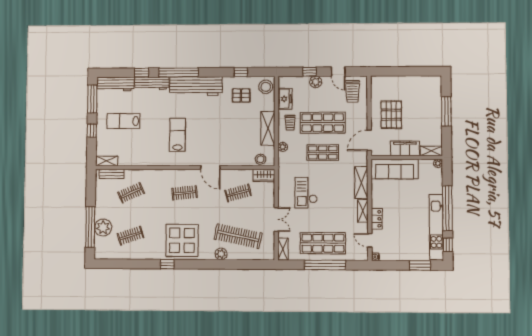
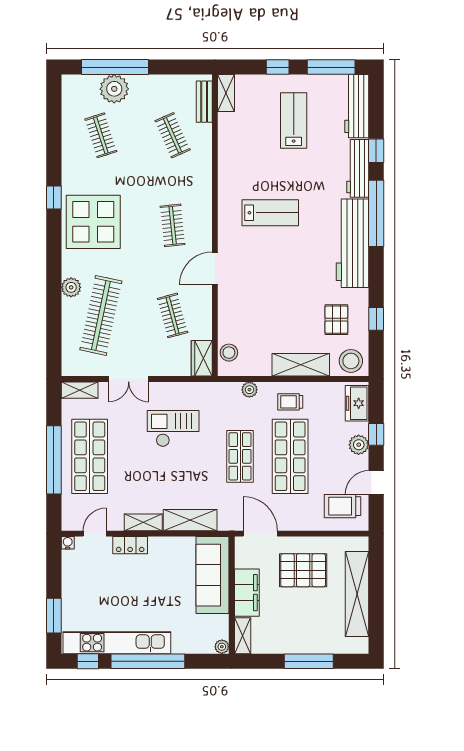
shelving: (405, 83) -> (357, 594), added
freezer: (285, 99) -> (357, 403), moved, turned 90
shelving: (268, 128) -> (301, 365), moved

